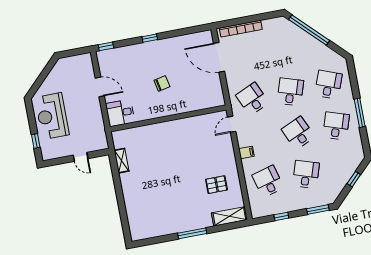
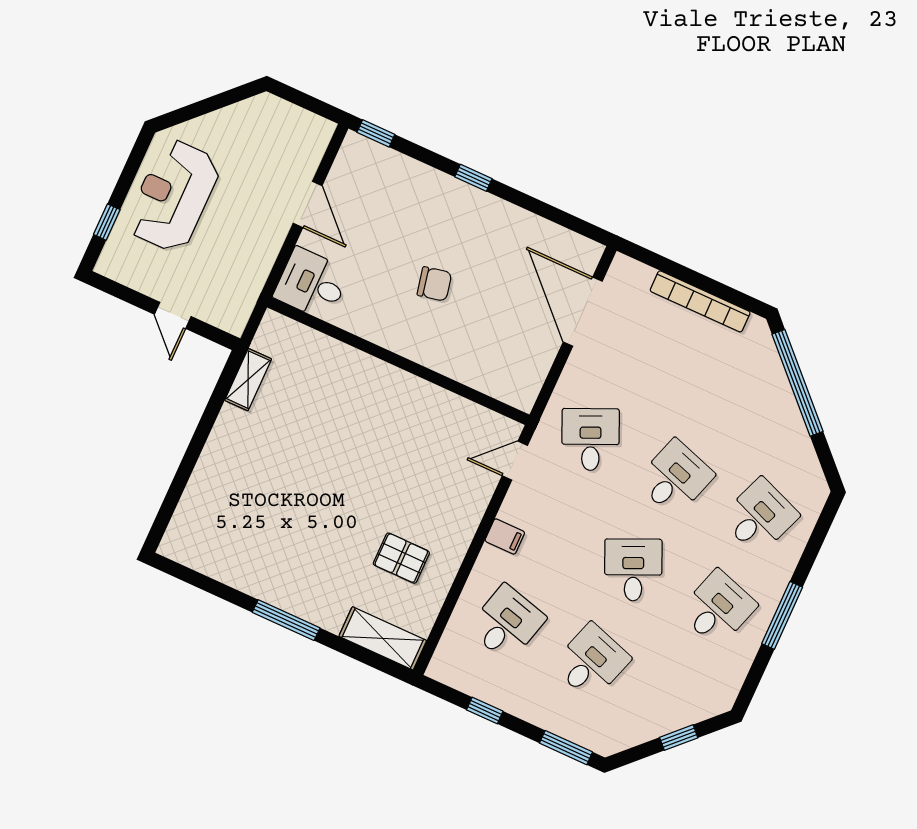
bookcase: (241, 29) -> (700, 301), moved
desk: (268, 181) -> (507, 623), turned 30

